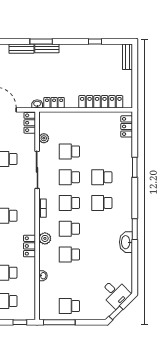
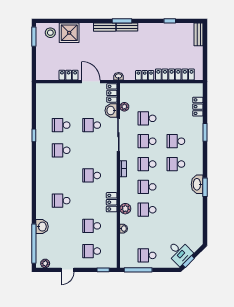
locker: (54, 103) -> (145, 75), moved
locker: (127, 126) -> (198, 107), moved
washbasin: (29, 143) -> (111, 111), added
plant: (45, 238) -> (125, 209), moved
washbasin: (126, 242) -> (197, 184), moved
desk: (115, 293) -> (179, 252), moved

